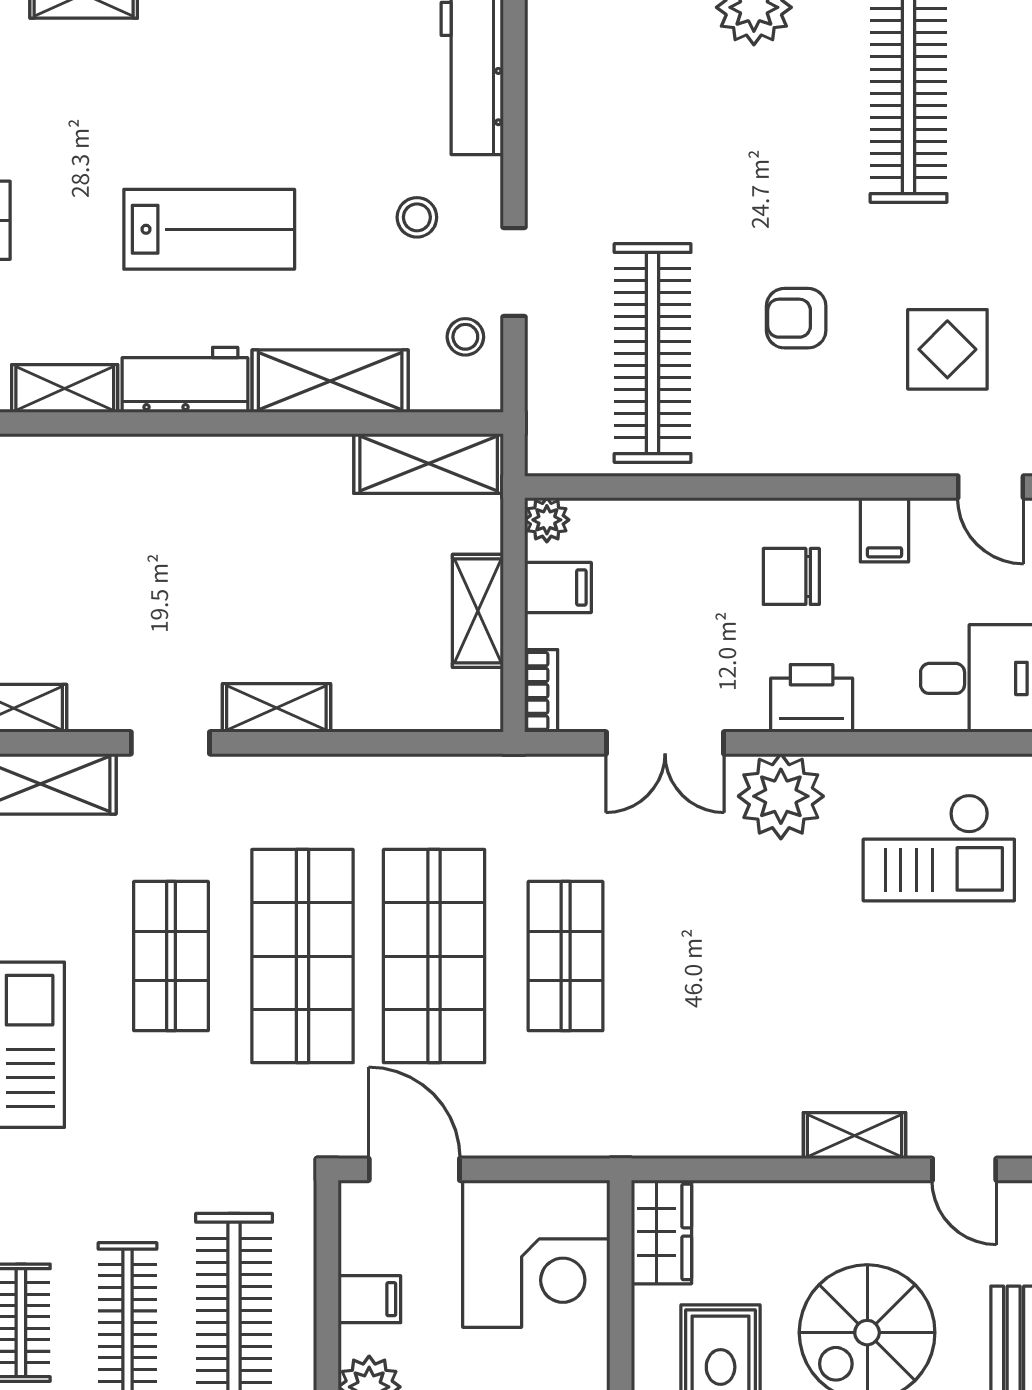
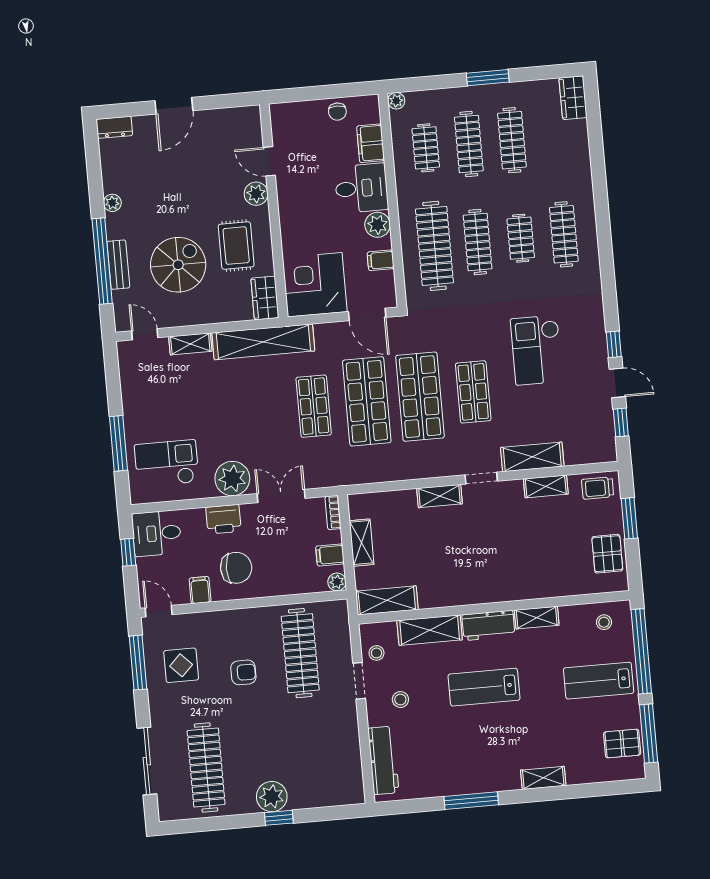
chair: (791, 576) -> (236, 568), width x1.37, depth x1.37
shelving: (675, 1125) -> (263, 342), added

